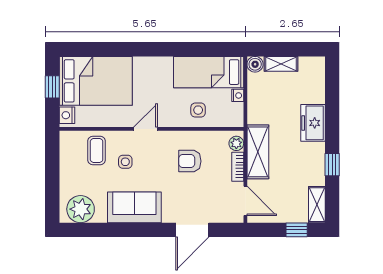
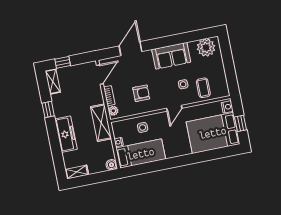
shelving: (281, 64) -> (77, 172), moved
freezer: (313, 123) -> (66, 134), width x1.40
shelving: (258, 152) -> (101, 123), moved
door: (245, 201) -> (100, 75), swing flipped

